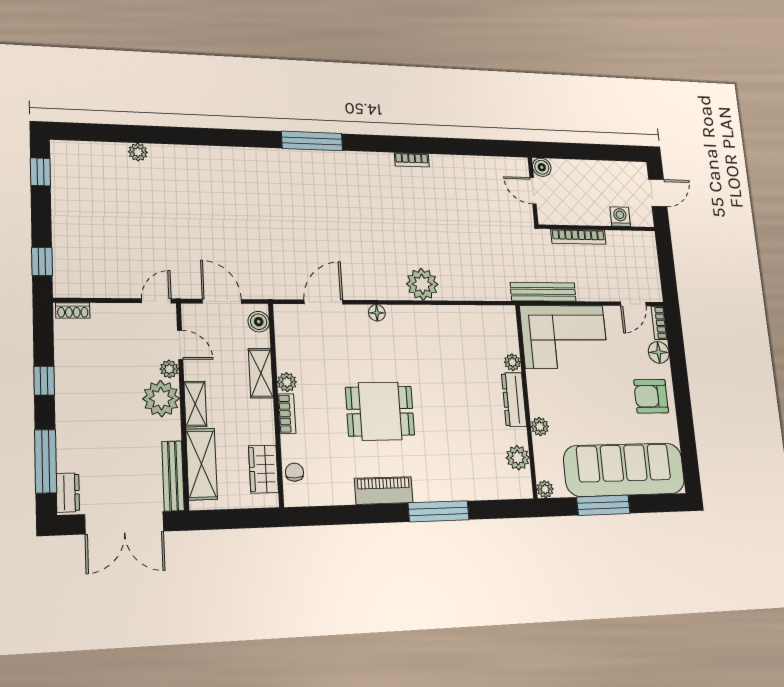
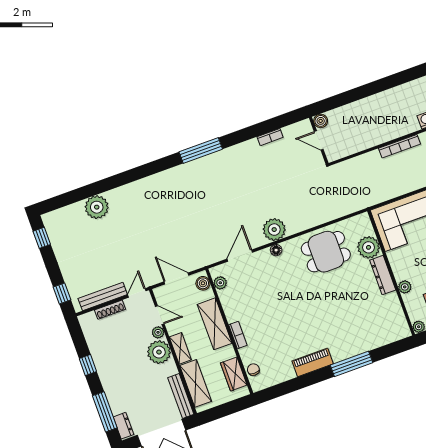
plant: (138, 152) -> (97, 207), width x1.88, depth x1.88
boiler: (542, 167) -> (321, 121), moved
door: (533, 191) -> (319, 140), moved
wall: (533, 191) -> (319, 140), moved
plant: (422, 284) -> (274, 230), moved
bench: (543, 292) -> (103, 297), moved
shoe rack: (73, 310) -> (110, 310), moved, width x1.43
plant: (512, 362) -> (369, 247), width x1.88, depth x1.88
shelving: (261, 373) -> (215, 324), width x1.50, depth x1.33
plant: (287, 382) -> (220, 283), moved
dining table: (380, 411) -> (326, 252), moved
plant: (518, 458) -> (395, 312), removed

